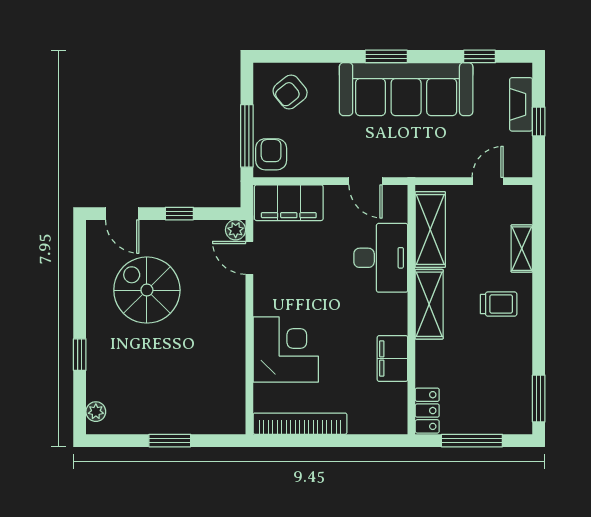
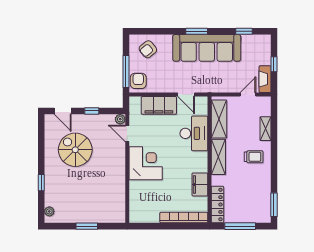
fireplace: (521, 104) -> (265, 79), moved
filing cabinet: (289, 203) -> (159, 105), moved
corner desk: (286, 350) -> (146, 163), moved
locker: (427, 411) -> (217, 205), width x1.53
bookcase: (300, 424) -> (184, 218), moved

